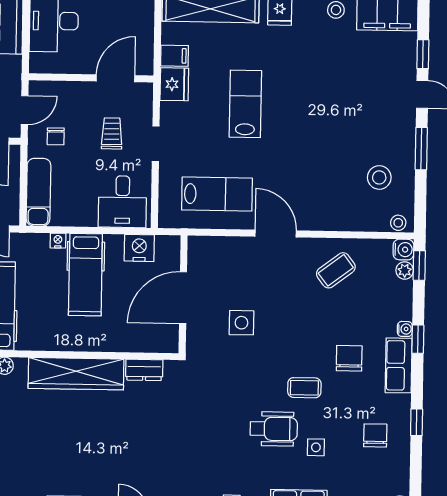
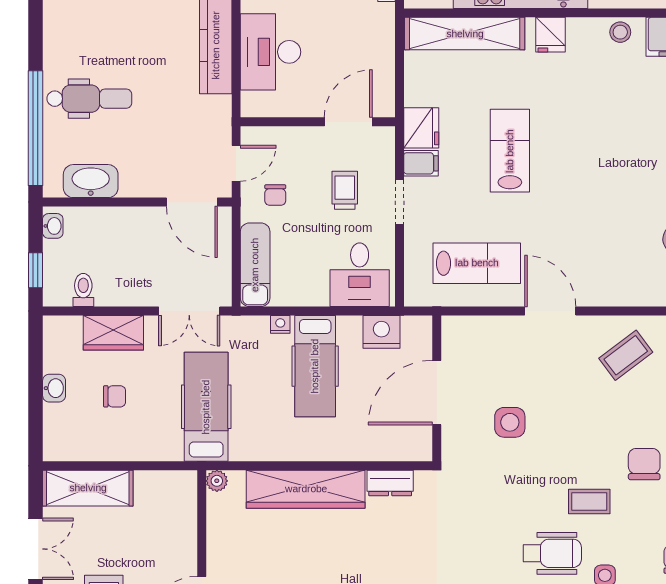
filing cabinet: (175, 56) -> (421, 163), moved

